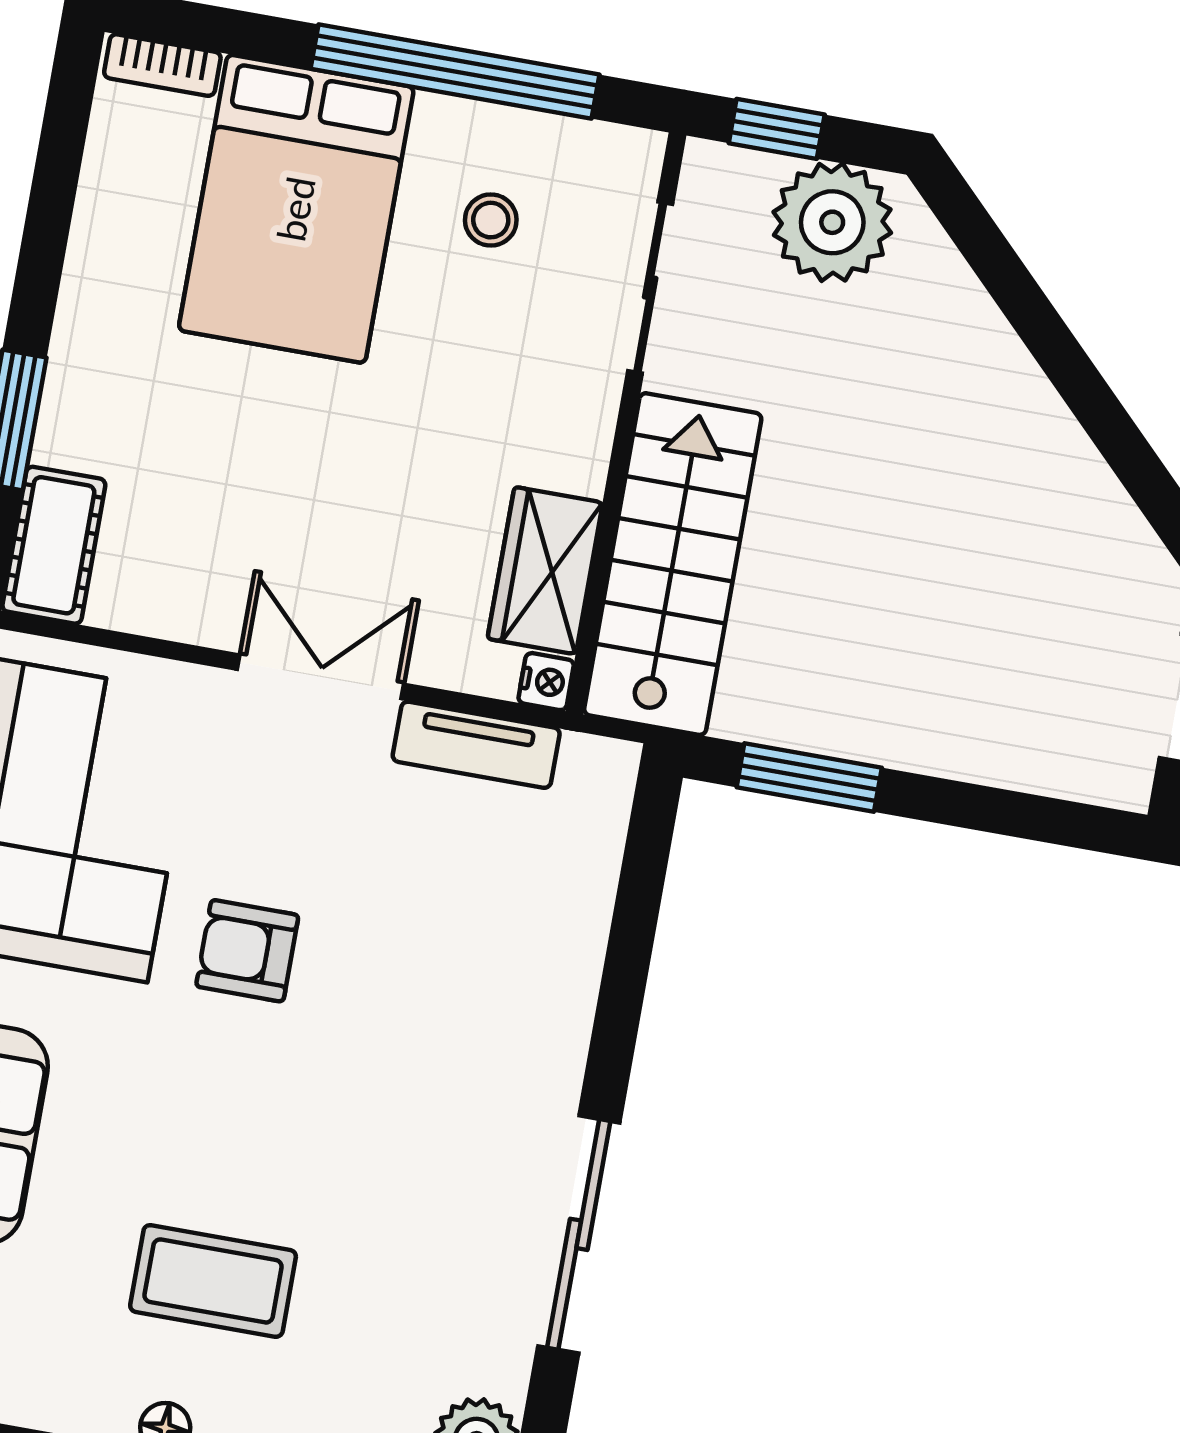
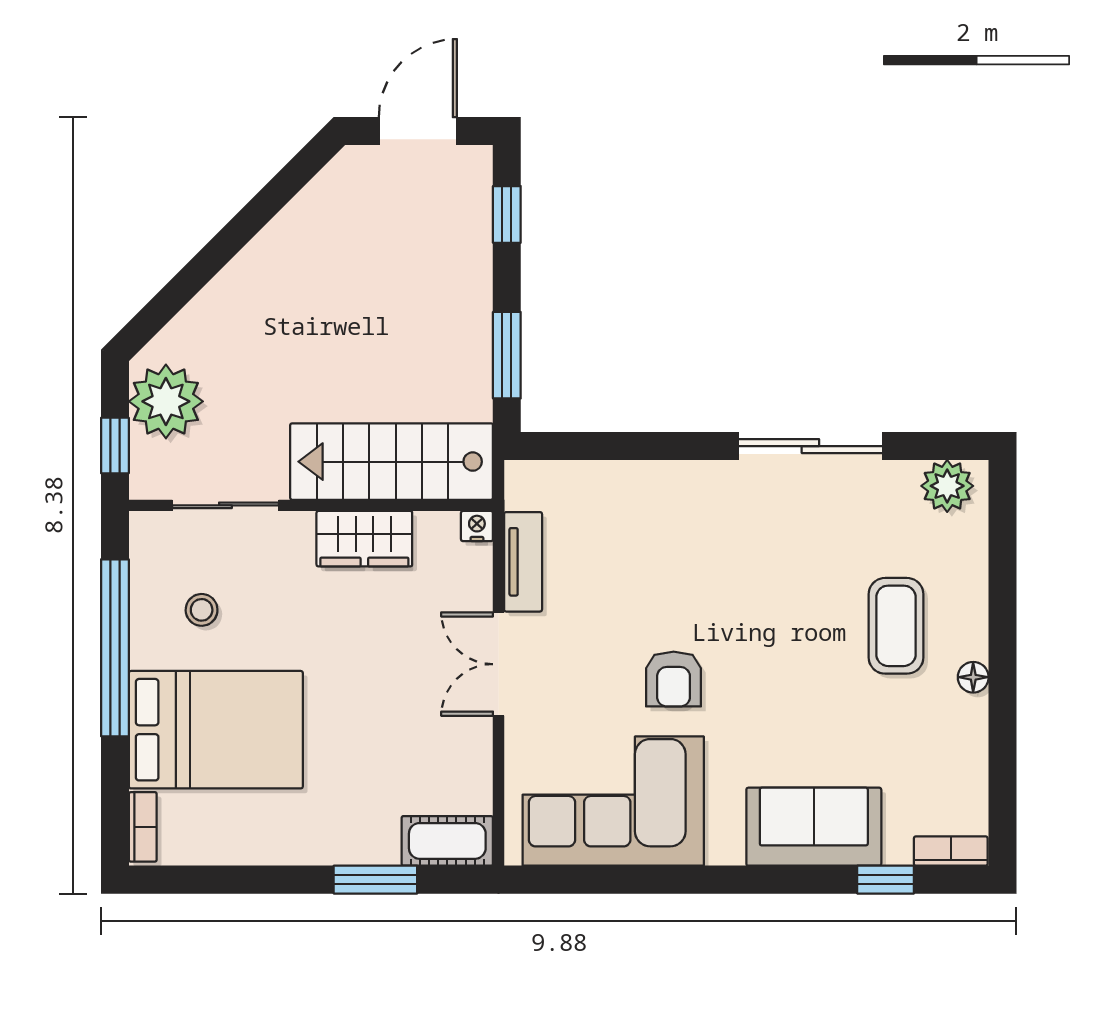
wardrobe: (545, 571) -> (364, 539), moved
window: (1033, 817) -> (507, 214), added
coffee table: (213, 1281) -> (896, 626), moved

